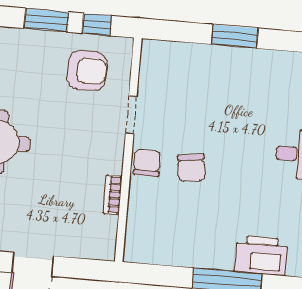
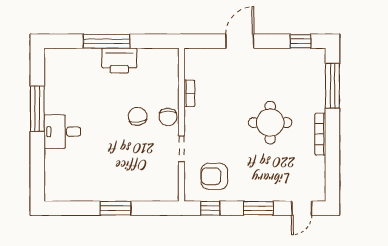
window: (46, 20) -> (258, 208), moved
printer: (261, 256) -> (119, 60), moved

